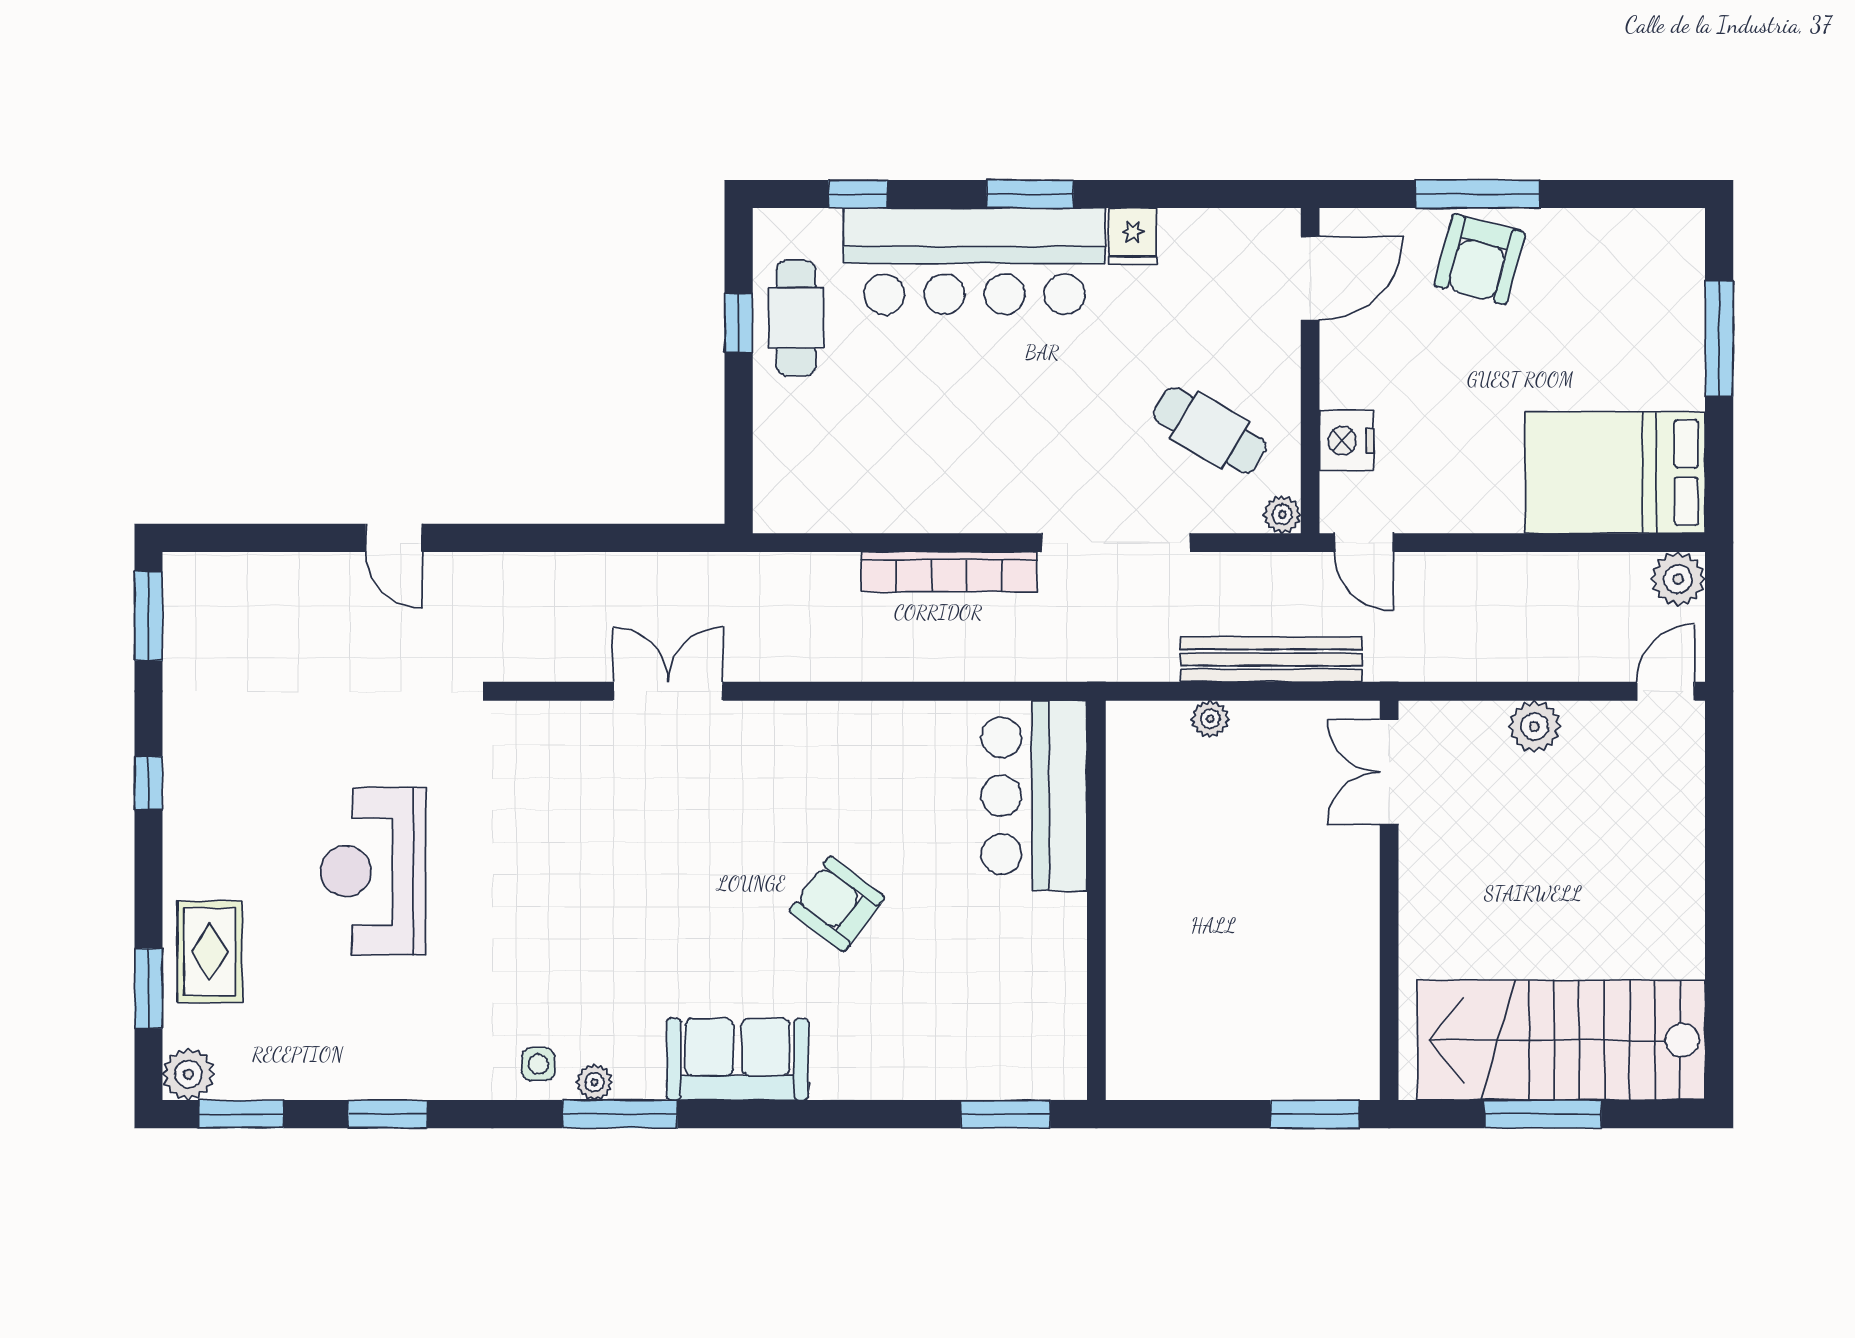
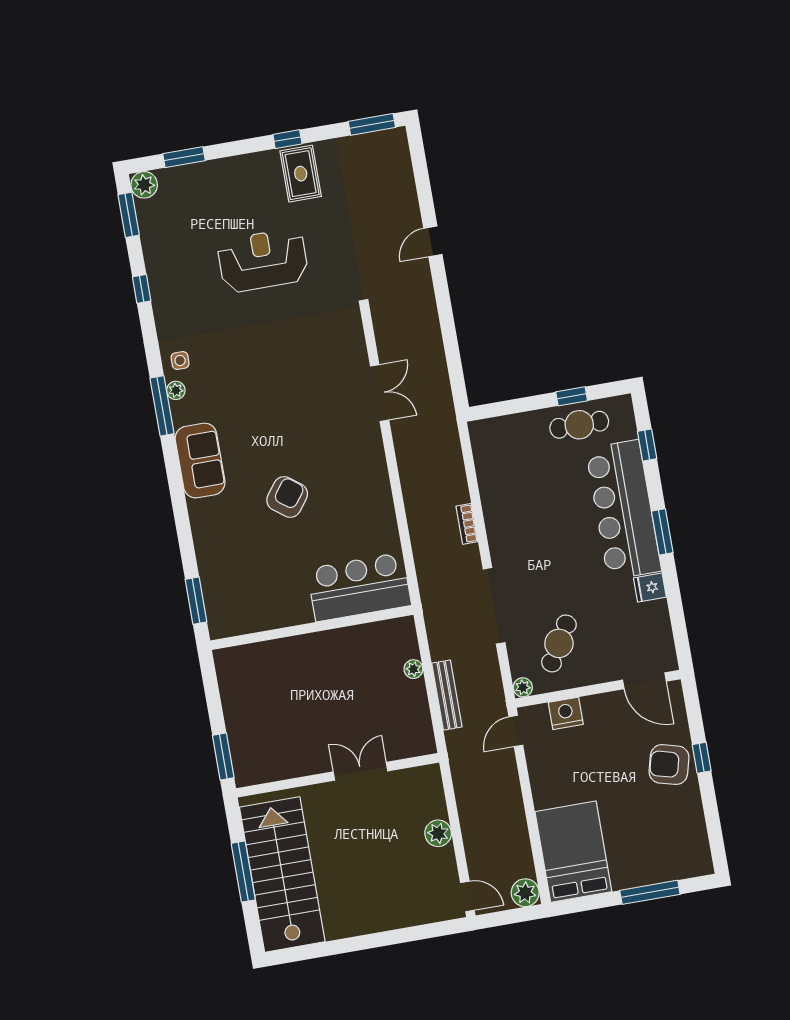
window: (1478, 194) -> (702, 758), width x0.46
bookcase: (949, 572) -> (467, 524), width x0.43, depth x0.76
bench: (1271, 659) -> (447, 695), width x0.73, depth x0.82
double door: (1389, 772) -> (360, 771), moved
rug: (210, 952) -> (301, 174), moved, turned 90
window: (388, 1114) -> (142, 289), width x0.67

